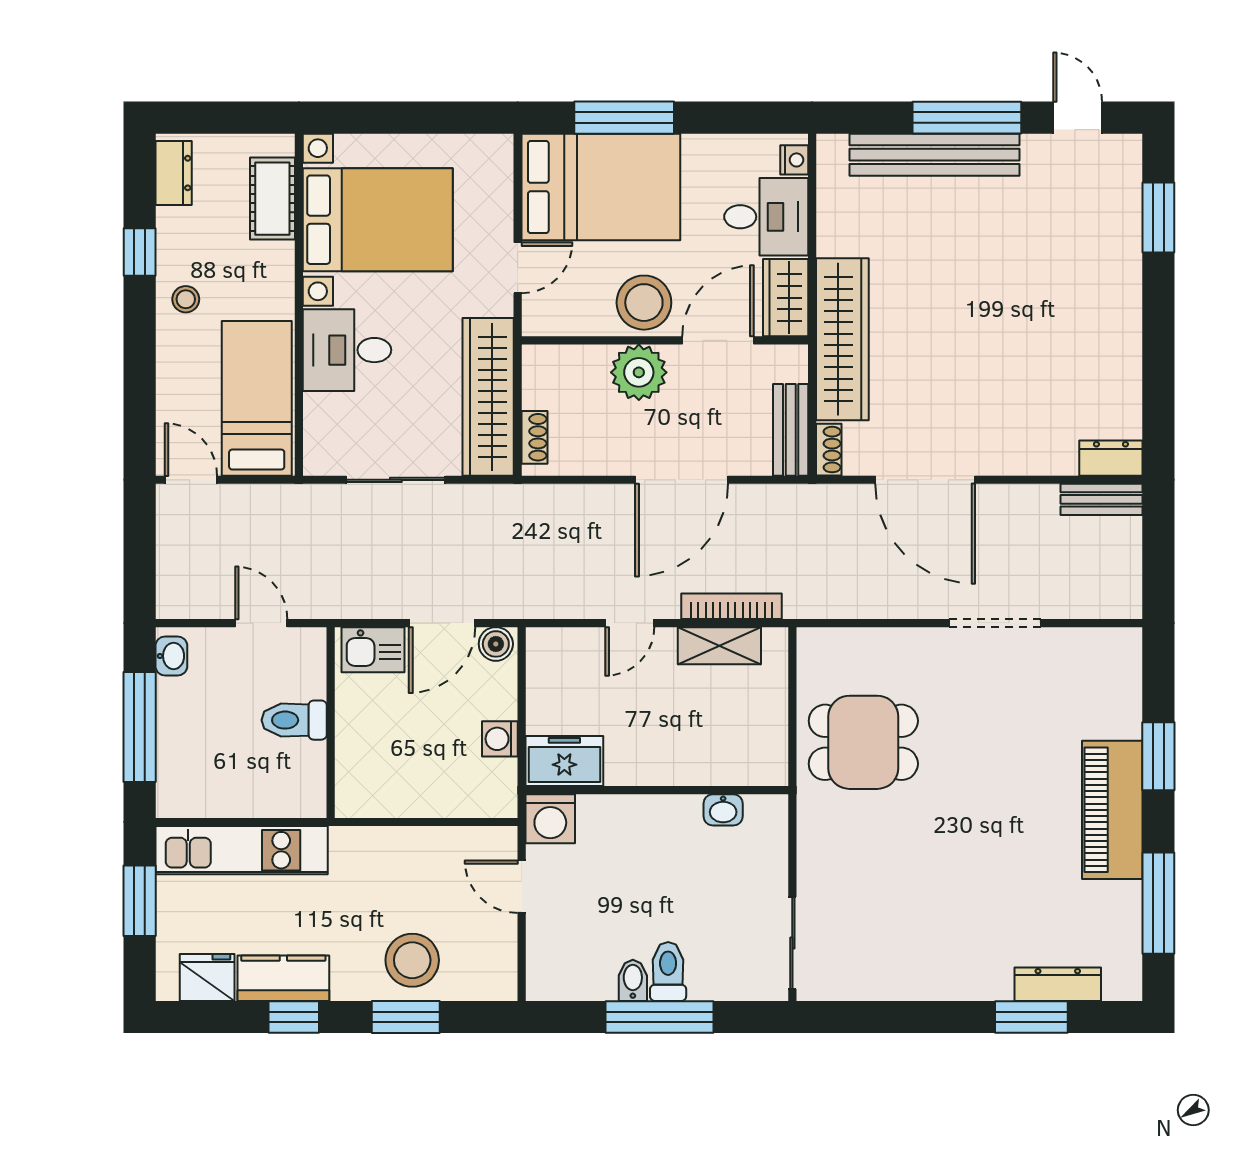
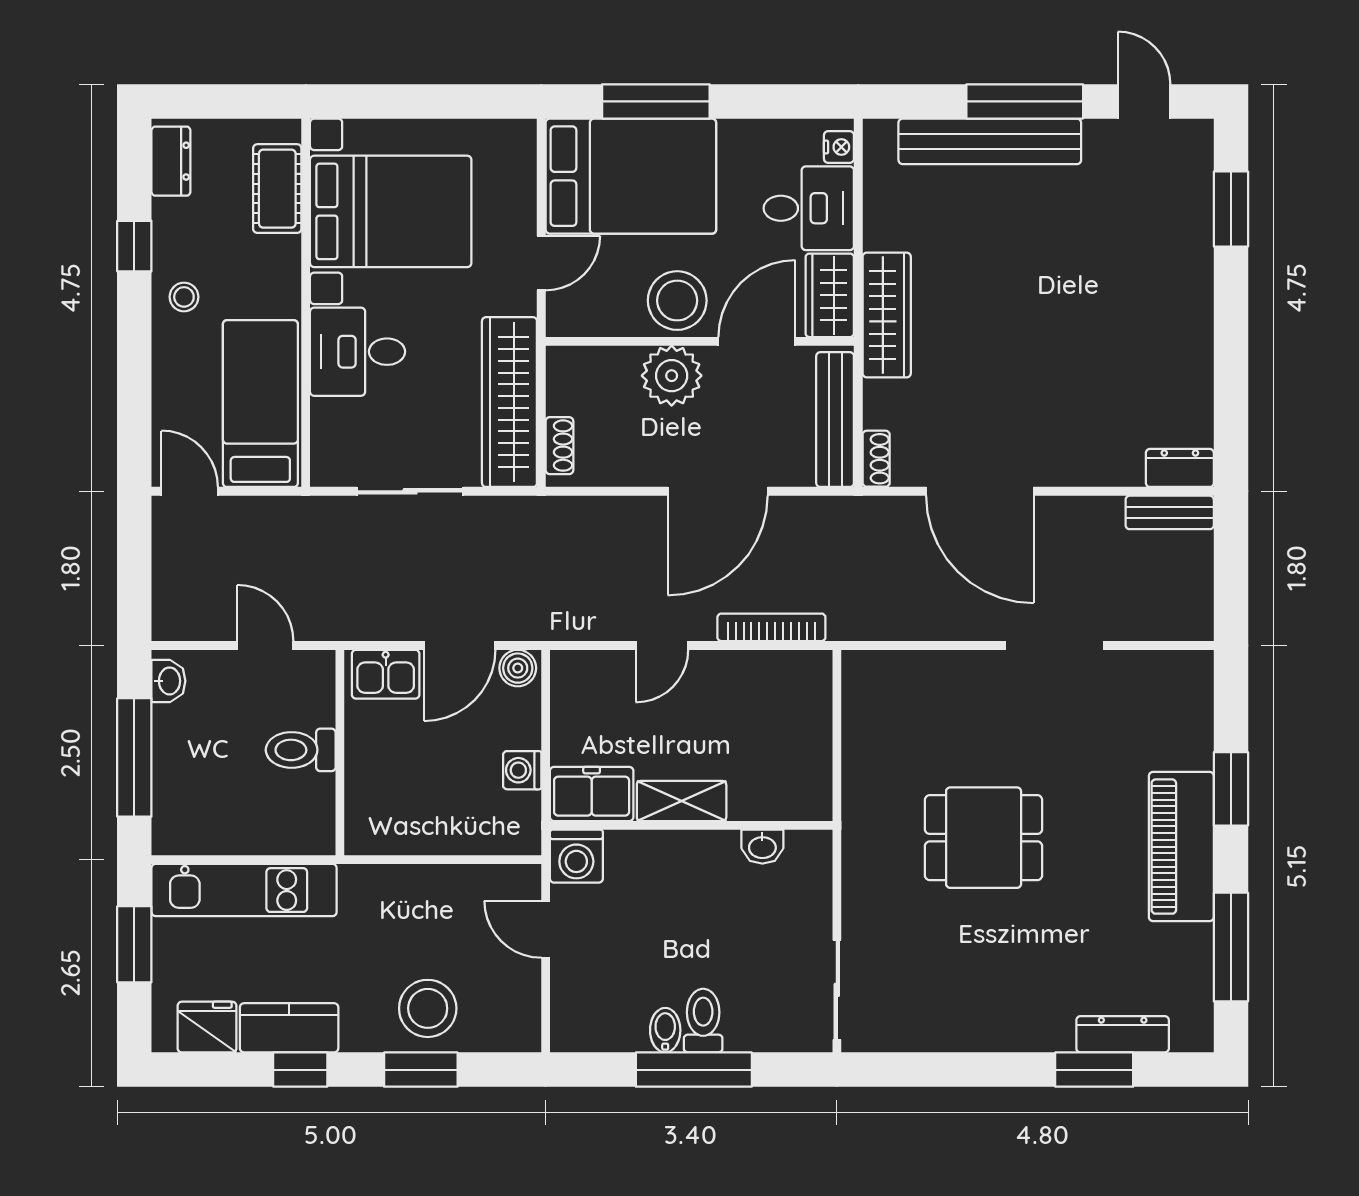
wardrobe: (842, 339) -> (887, 315), width x0.71, depth x0.85
bench: (791, 430) -> (835, 420), width x1.36
shelving: (719, 646) -> (682, 801), moved
dining table: (863, 742) -> (984, 838), moved

